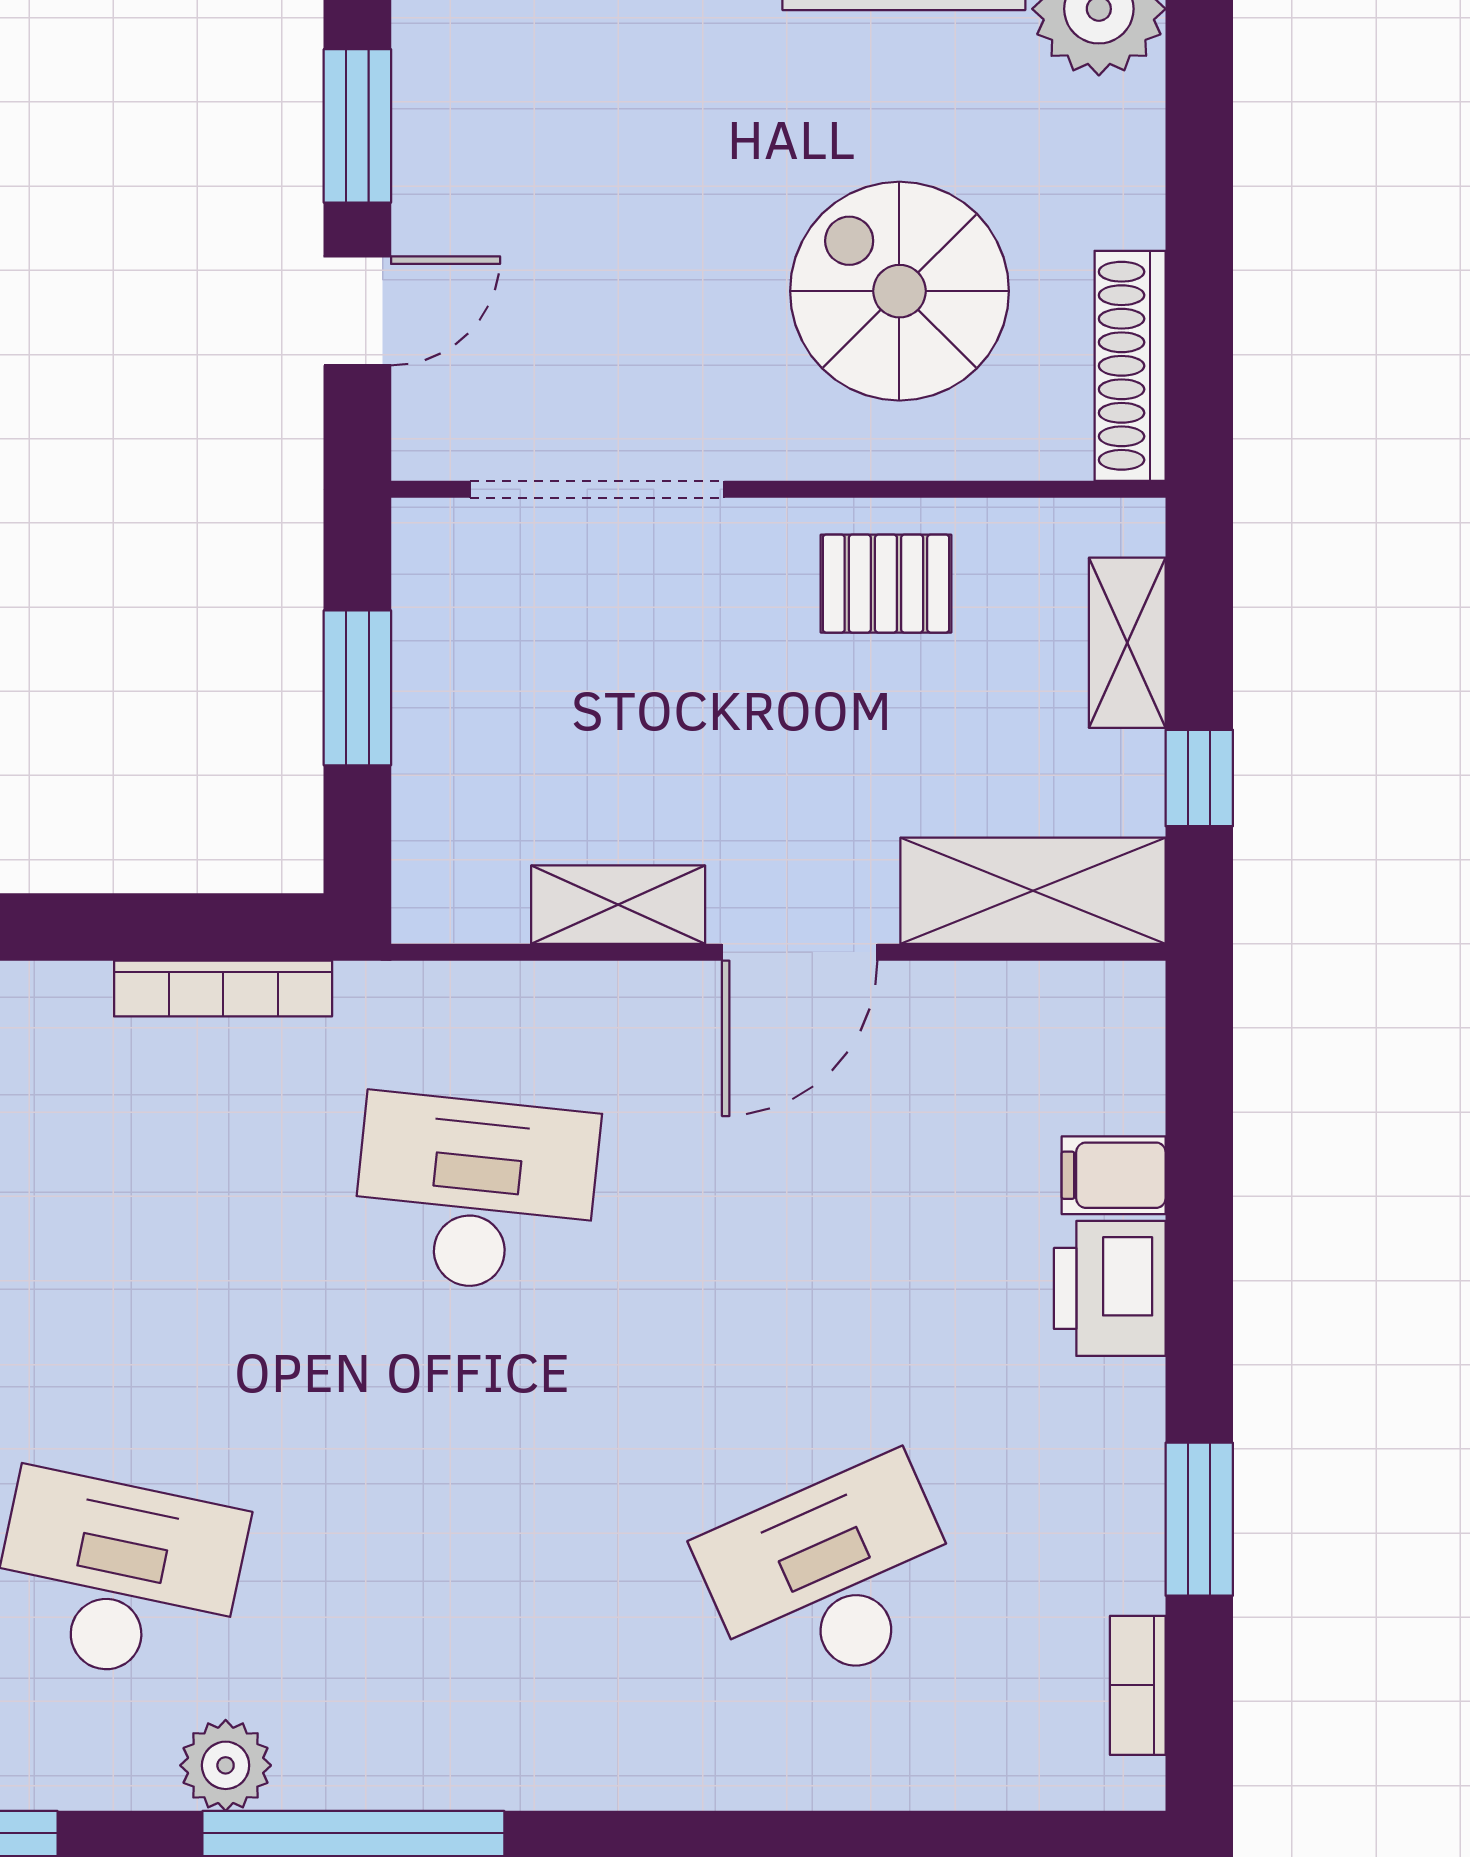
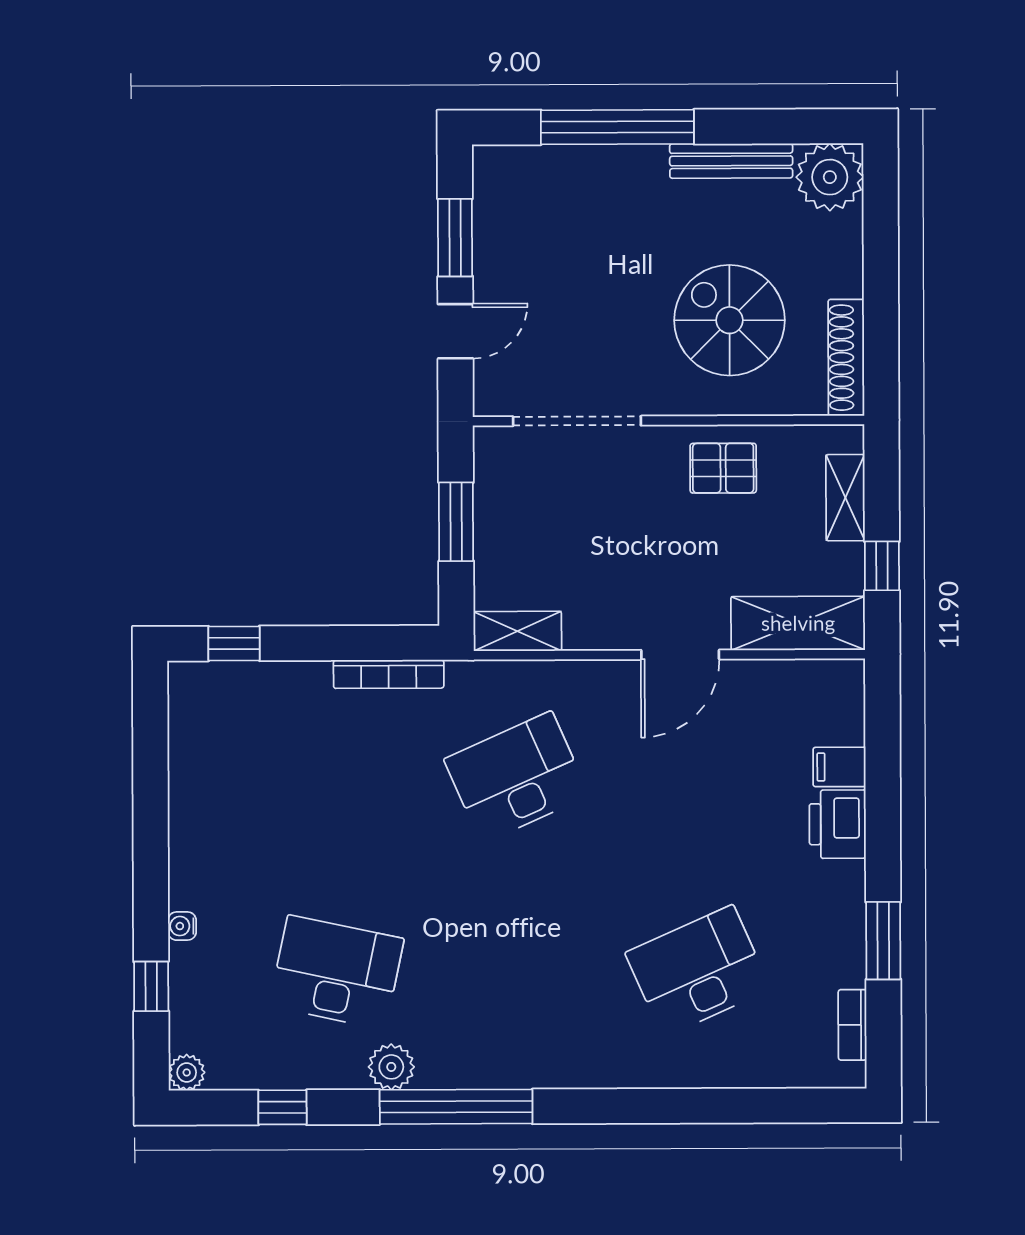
shelving: (618, 905) -> (518, 631), moved
desk: (475, 1194) -> (517, 777), turned -30

